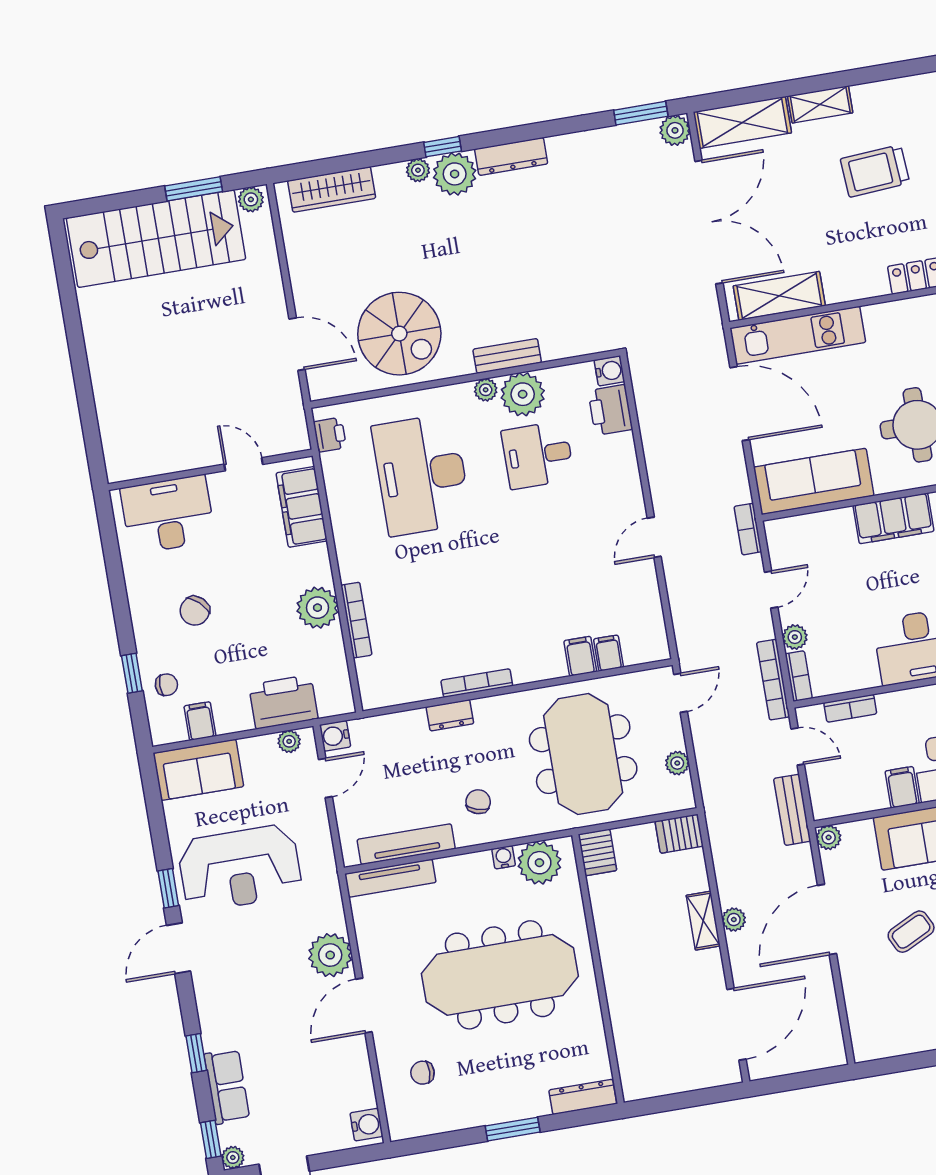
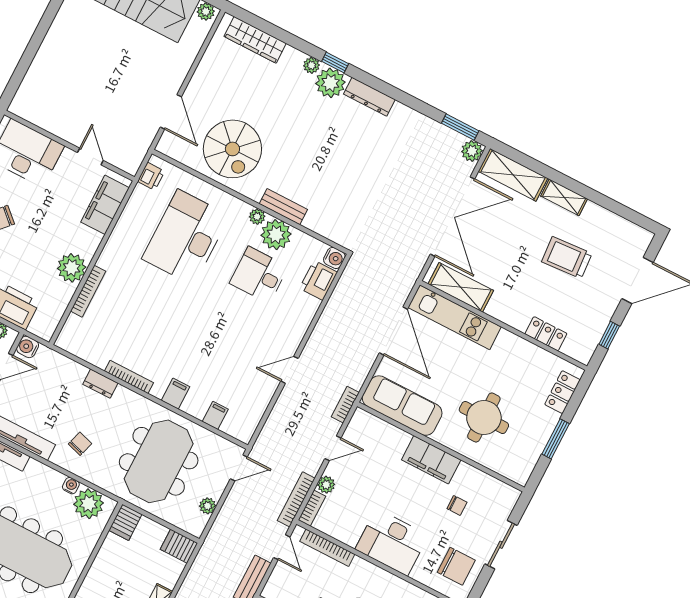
filing cabinet: (580, 656) -> (176, 394), moved
bookcase: (850, 708) -> (327, 548), width x1.56

